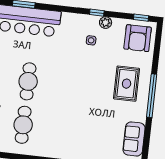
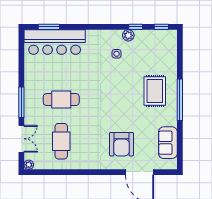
window: (97, 13) -> (136, 27), moved
armchair: (138, 38) -> (121, 144), moved
cafe table: (28, 81) -> (61, 100), turned 90

